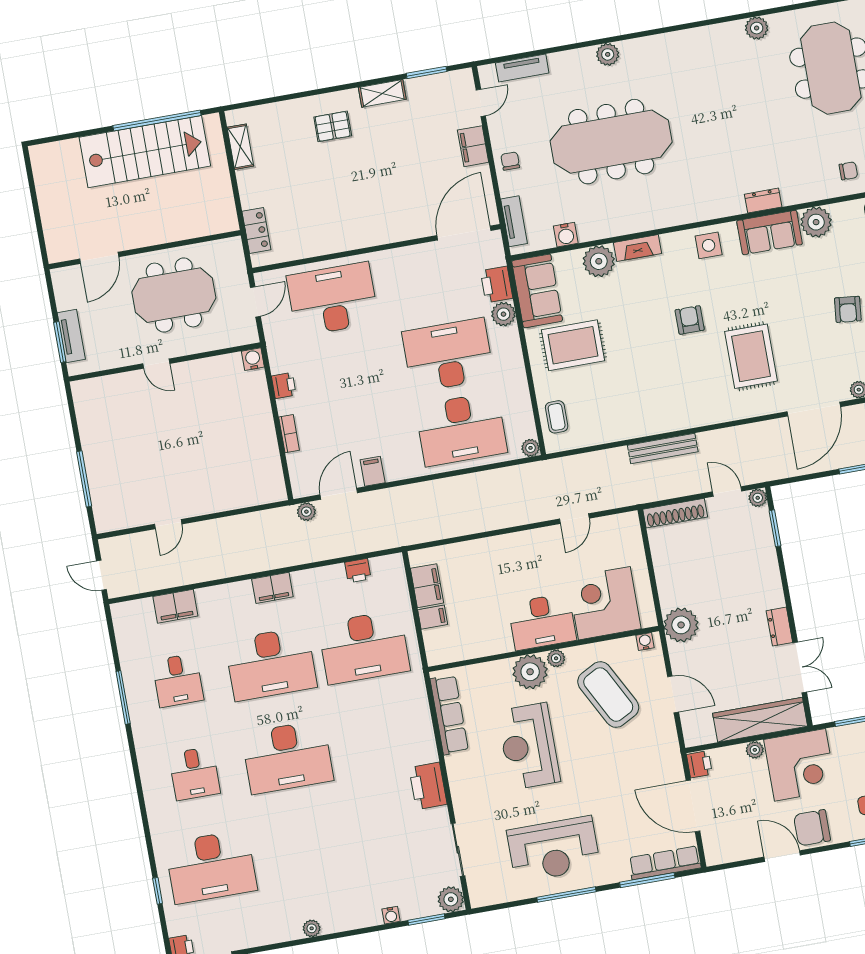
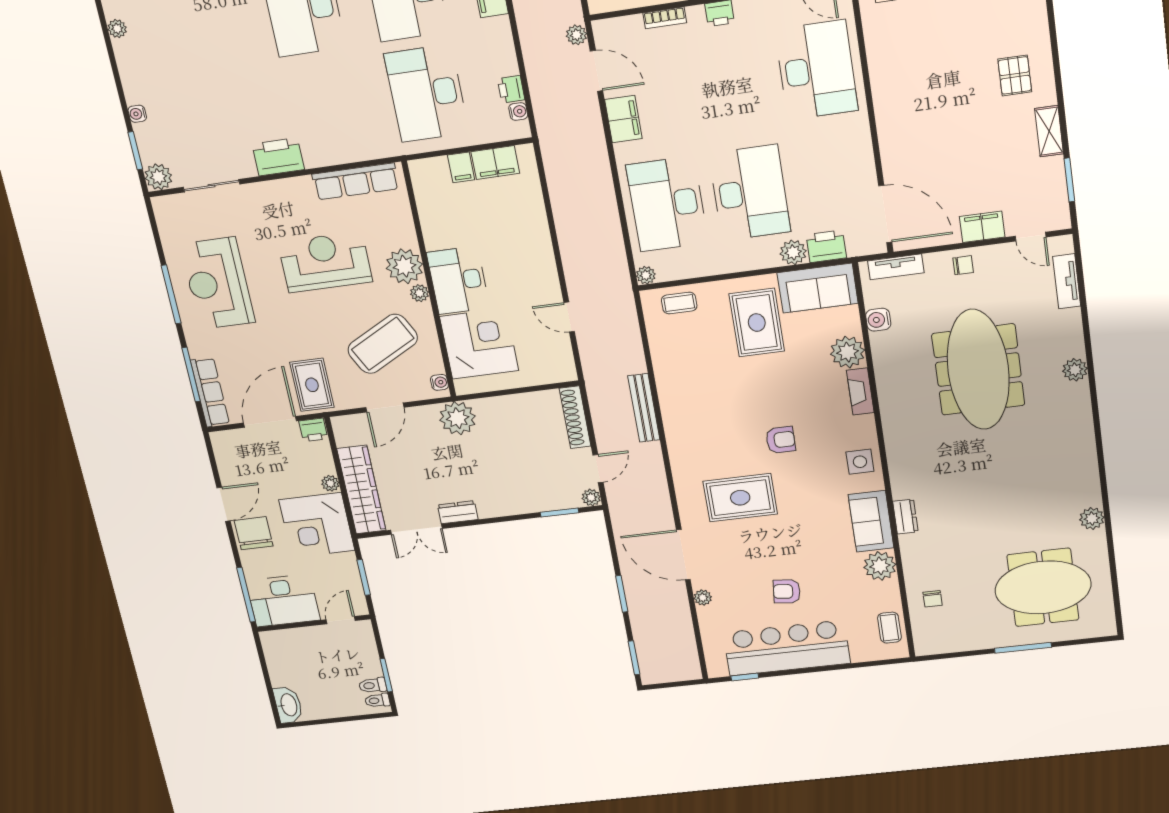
filing cabinet: (373, 471) -> (623, 119), width x2.00
water cooler: (378, 564) -> (518, 111), added
rug: (653, 764) -> (312, 385), added

